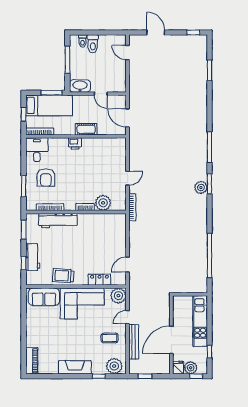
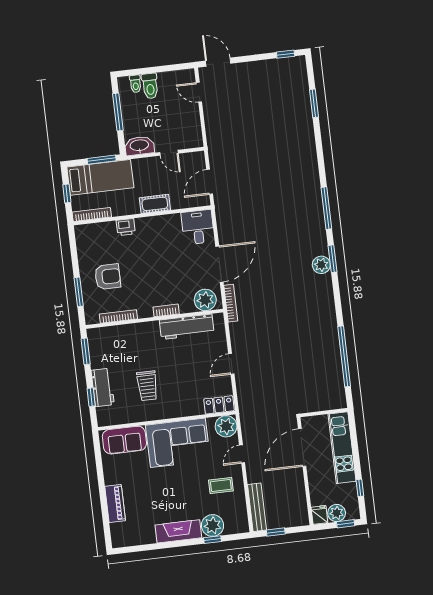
door: (156, 32) -> (218, 62), moved
door: (128, 118) -> (210, 182), hinge flipped
printer: (75, 143) -> (126, 227), moved
desk: (37, 150) -> (198, 227), moved
armchair: (46, 178) -> (108, 277), turned -90
door: (128, 178) -> (219, 264), width x1.88
plant: (103, 203) -> (205, 300), moved
workbench: (58, 221) -> (187, 327), moved
door: (128, 265) -> (231, 364), moved
trolley: (63, 276) -> (147, 386), moved, turned -94
locker: (99, 280) -> (219, 405), moved
door: (171, 340) -> (302, 447), moved
bench: (134, 342) -> (257, 507), moved
piano: (32, 361) -> (115, 503), moved
plant: (114, 366) -> (212, 525), moved

